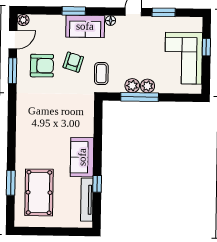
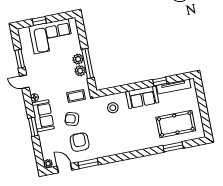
stool: (77, 117) -> (113, 108), added

